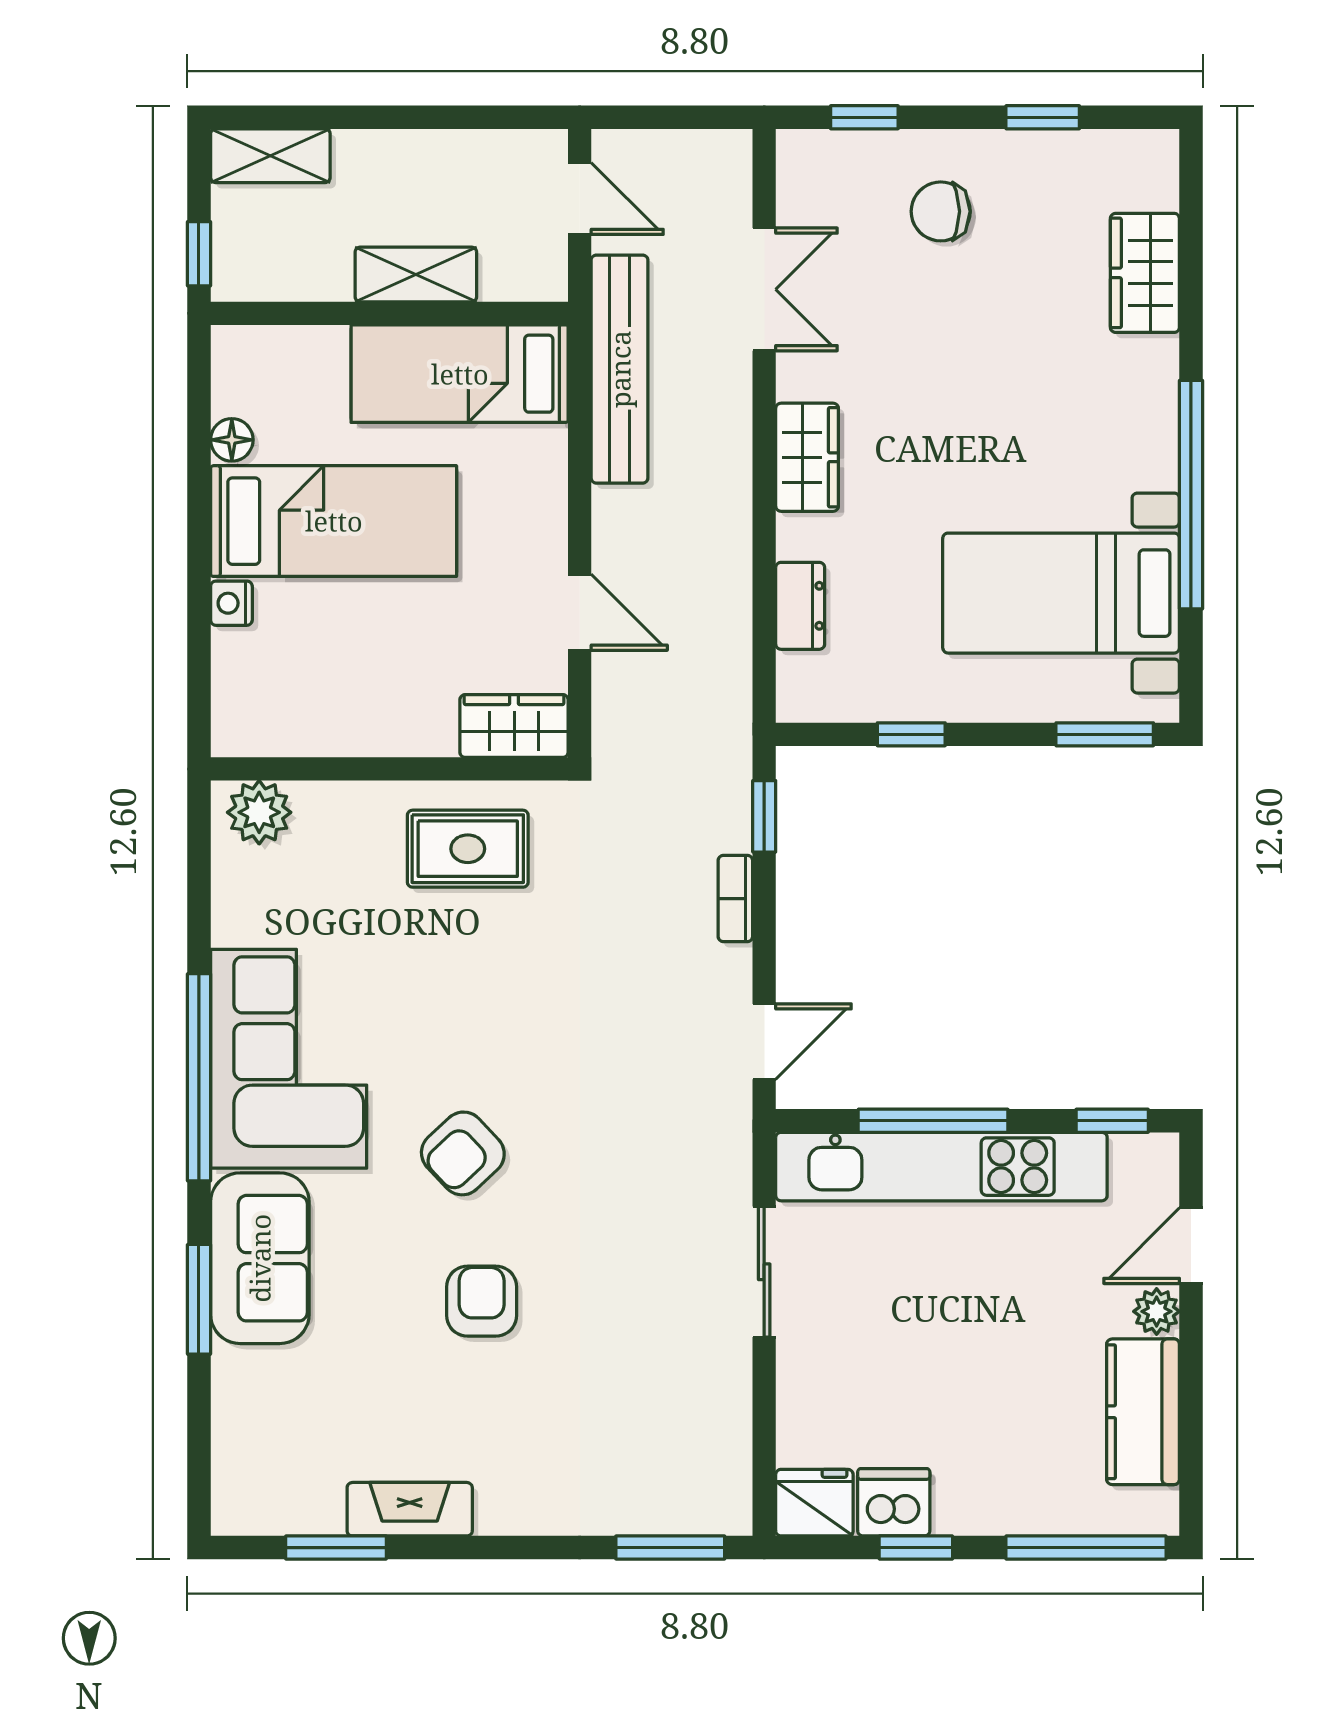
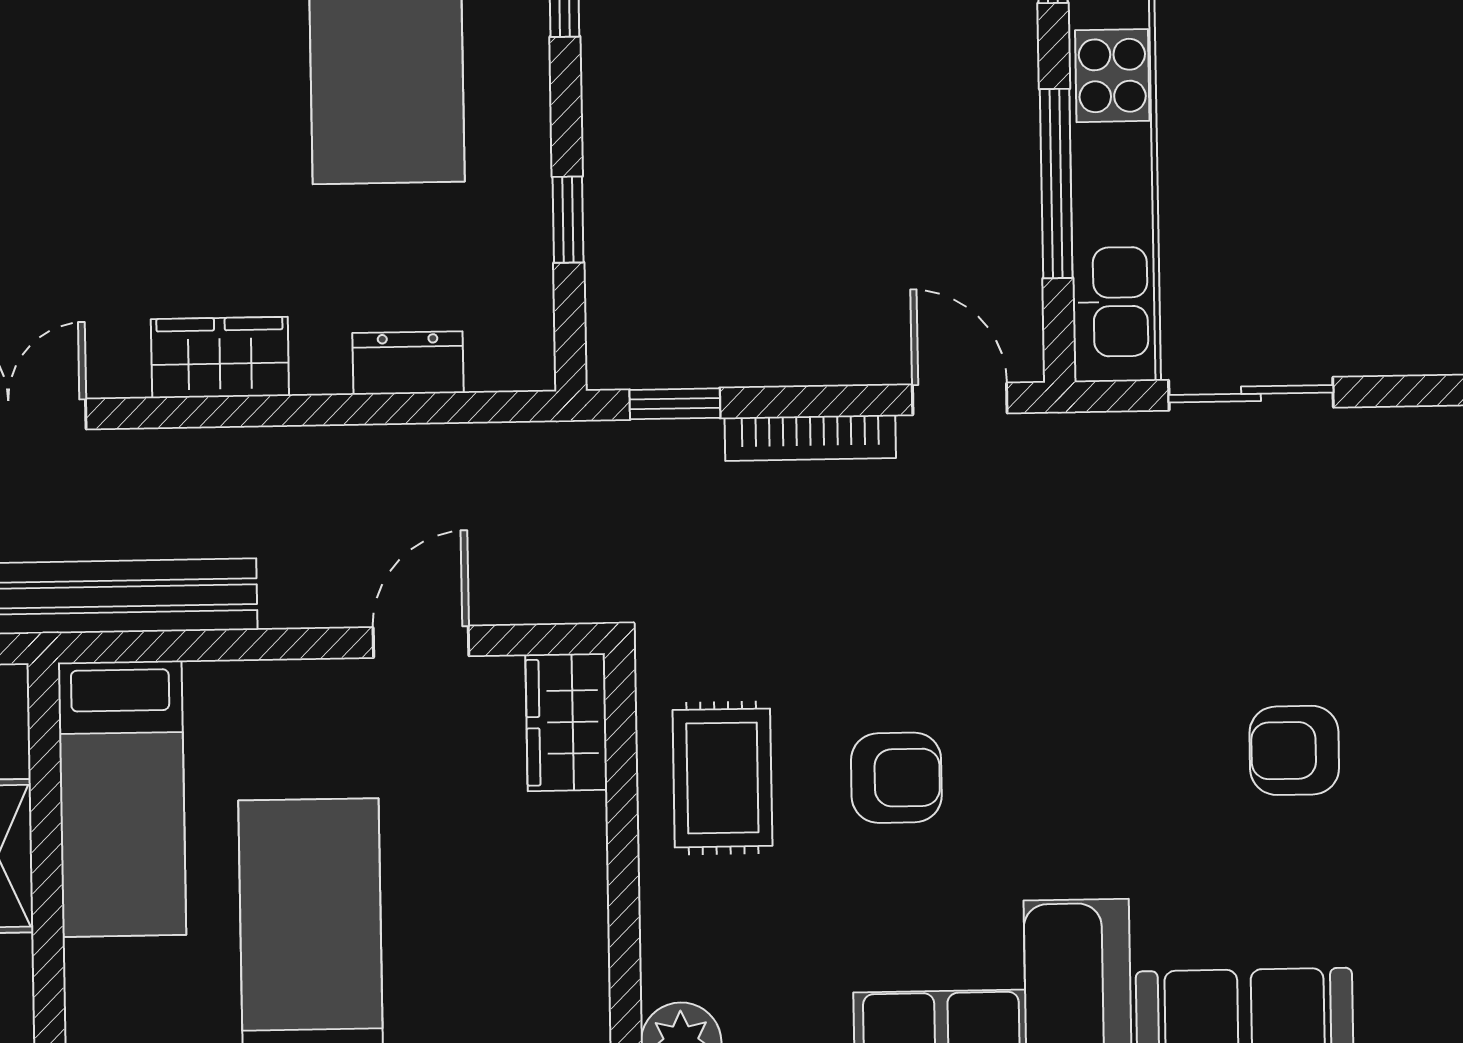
bookcase: (735, 899) -> (810, 438), width x1.56
armchair: (463, 1153) -> (896, 778), moved, turned -47

